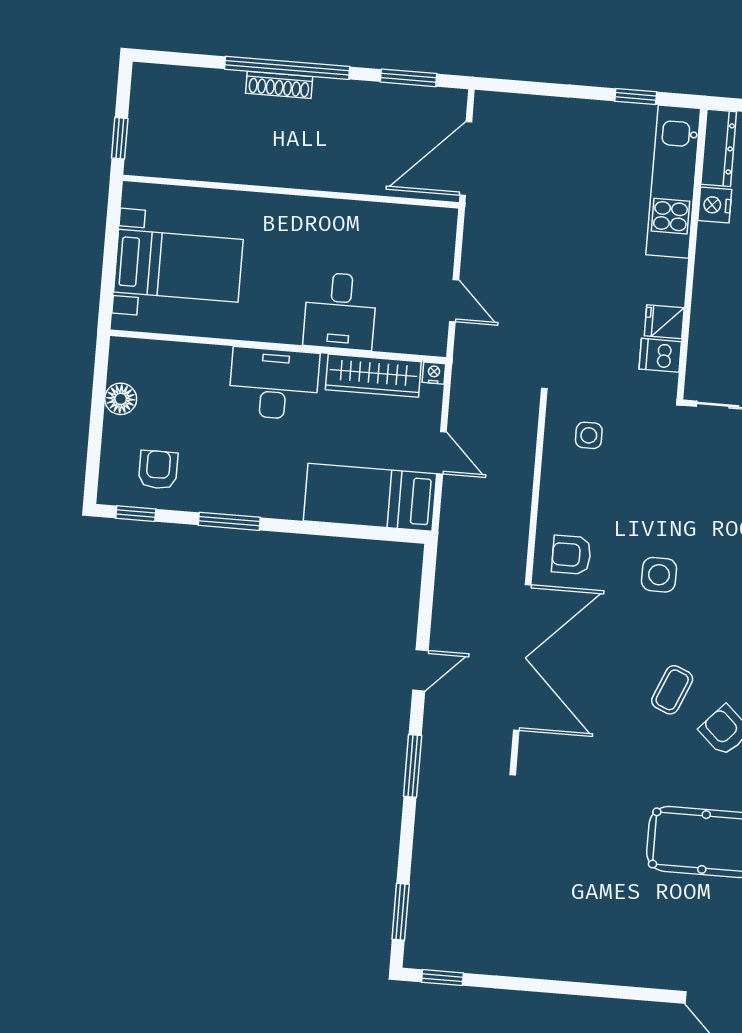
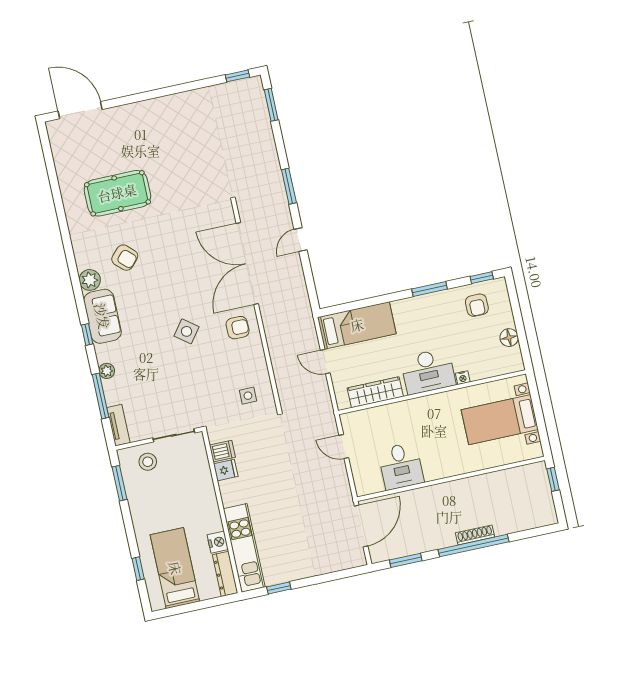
desk: (340, 311) -> (401, 466), moved, turned 180
nightstand: (434, 373) -> (463, 378), moved
side table: (659, 575) -> (187, 331), turned 37
coffee table: (672, 690) -> (160, 271), removed

